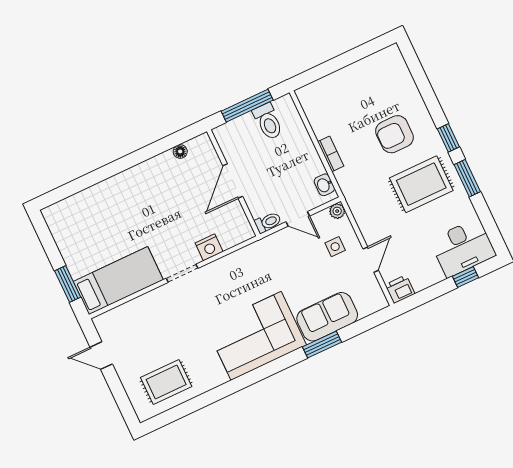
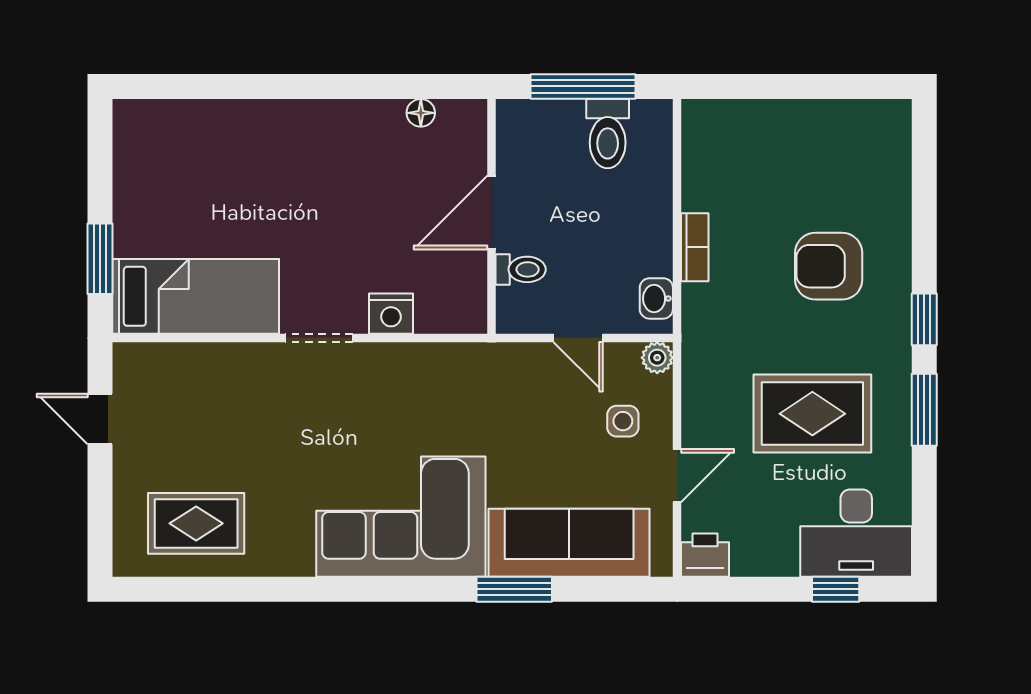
rug: (421, 184) -> (812, 414), moved
toilet: (268, 222) -> (521, 269), moved
sofa: (327, 317) -> (569, 543), width x1.36

